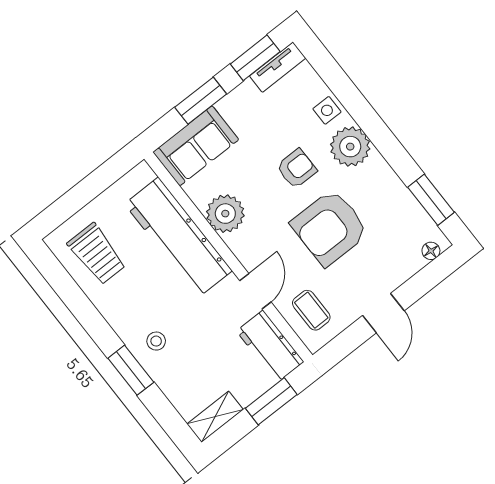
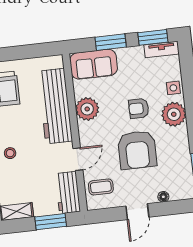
armchair: (297, 169) -> (139, 108), turned 180
armchair: (330, 228) -> (137, 150), turned -90
floor lamp: (431, 251) -> (163, 197), moved
coffee table: (311, 310) -> (101, 187), turned 90

